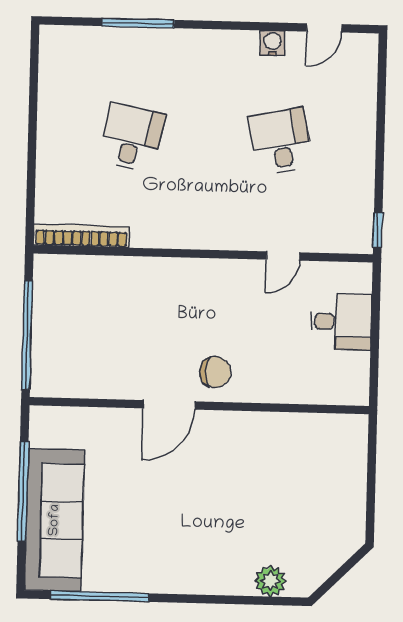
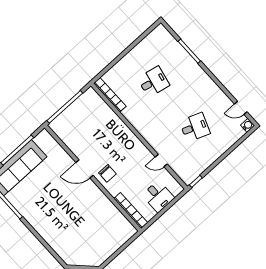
water cooler: (273, 43) -> (247, 125), moved
desk: (281, 141) -> (195, 127), turned 33
bookcase: (320, 393) -> (131, 211), added
plant: (270, 581) -> (61, 249), removed

